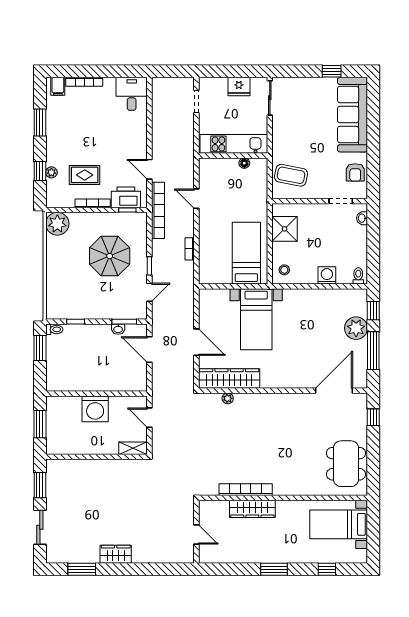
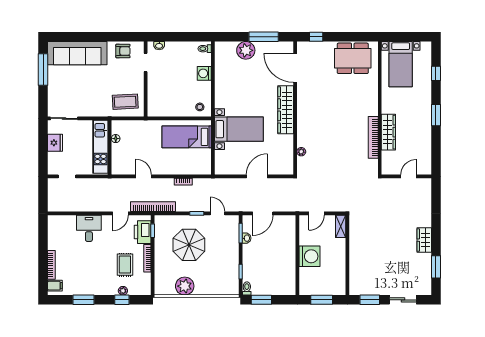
window: (332, 71) -> (43, 70), width x2.17
desk: (132, 94) -> (89, 228), moved, turned 90
coffee table: (291, 175) -> (125, 102), turned 76
door: (196, 199) -> (144, 176), swing flipped
plant: (57, 224) -> (185, 286), moved
shower: (285, 229) -> (167, 107), removed
window: (373, 311) -> (232, 37), removed
wardrobe: (229, 379) -> (286, 110), moved

